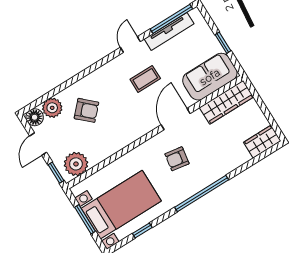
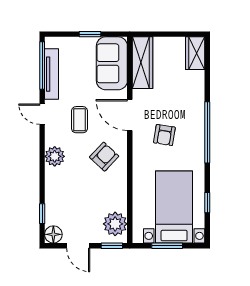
window: (46, 97) -> (42, 214), added
plant: (52, 108) -> (55, 156), moved
armchair: (86, 110) -> (104, 157), moved

